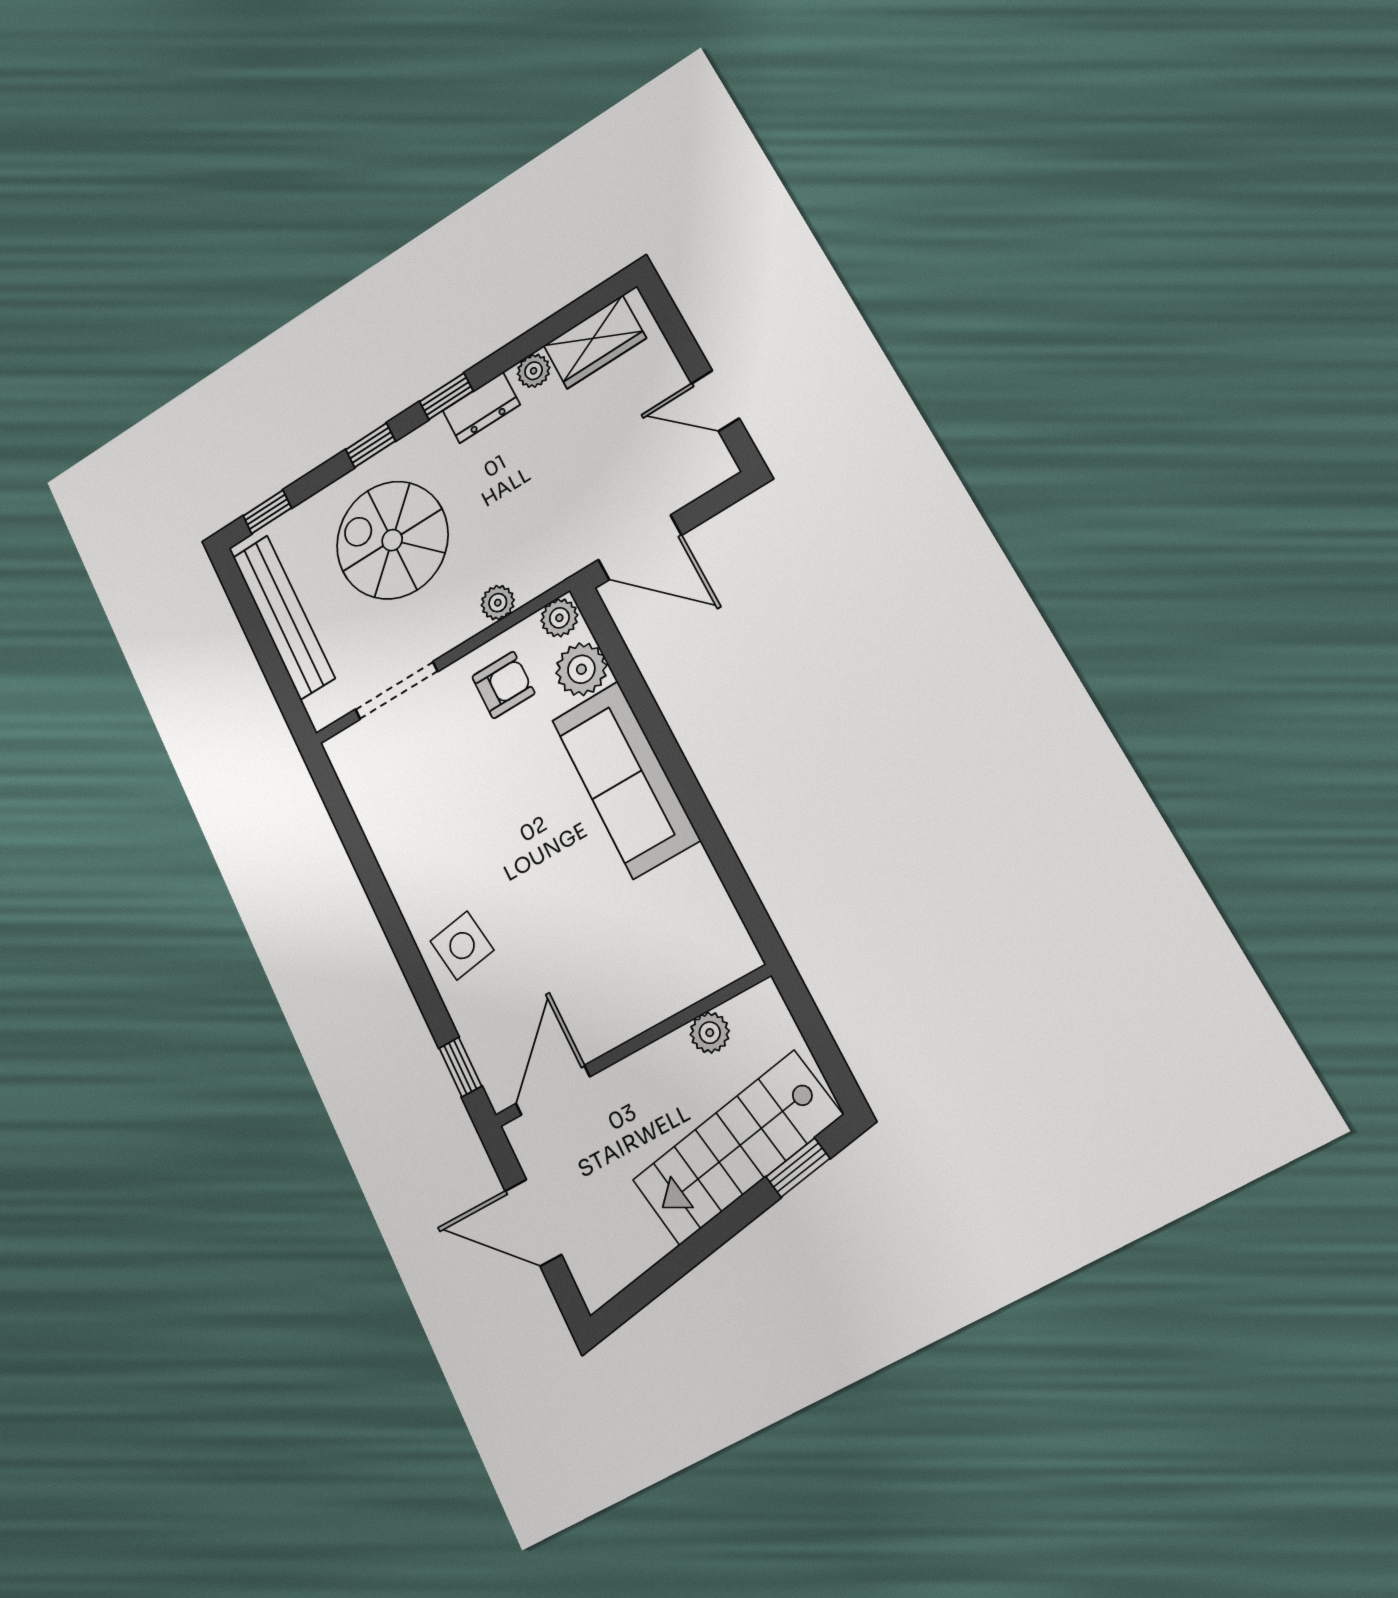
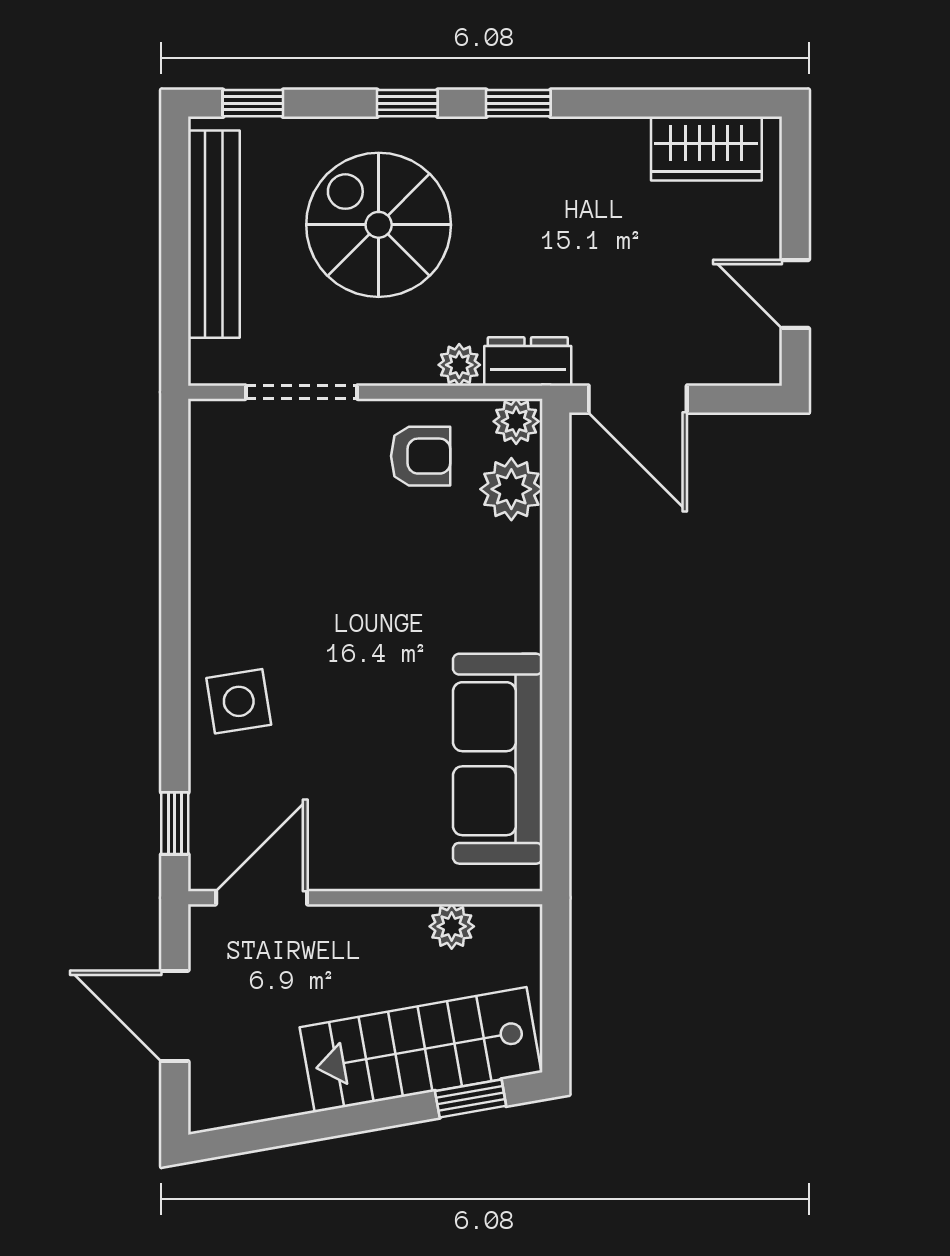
plant: (534, 371) -> (626, 137), removed
dresser: (481, 408) -> (528, 361), moved, turned 180
sofa: (626, 780) -> (498, 759), moved

